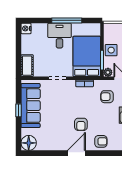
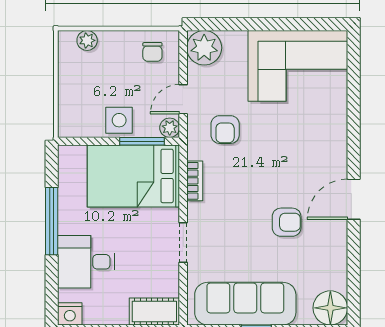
desk: (60, 36) -> (86, 262), moved
armchair: (81, 124) -> (287, 222), moved
armchair: (101, 141) -> (327, 144), removed
door: (76, 153) -> (354, 199), hinge flipped

